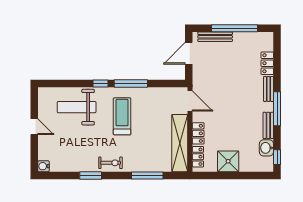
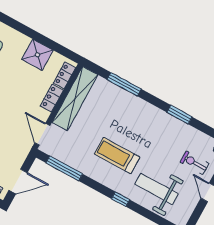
window: (131, 83) -> (64, 168), moved
weight bench: (77, 107) -> (157, 189), turned 180
treadmill: (122, 116) -> (117, 156), turned 90
exercise bike: (111, 163) -> (195, 163), moved

